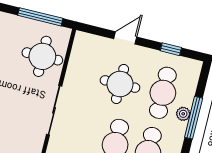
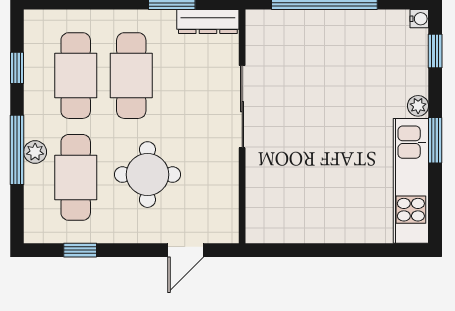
window: (40, 17) -> (301, 250), removed
door: (125, 38) -> (186, 250), moved
round table: (42, 56) -> (282, 188), removed

